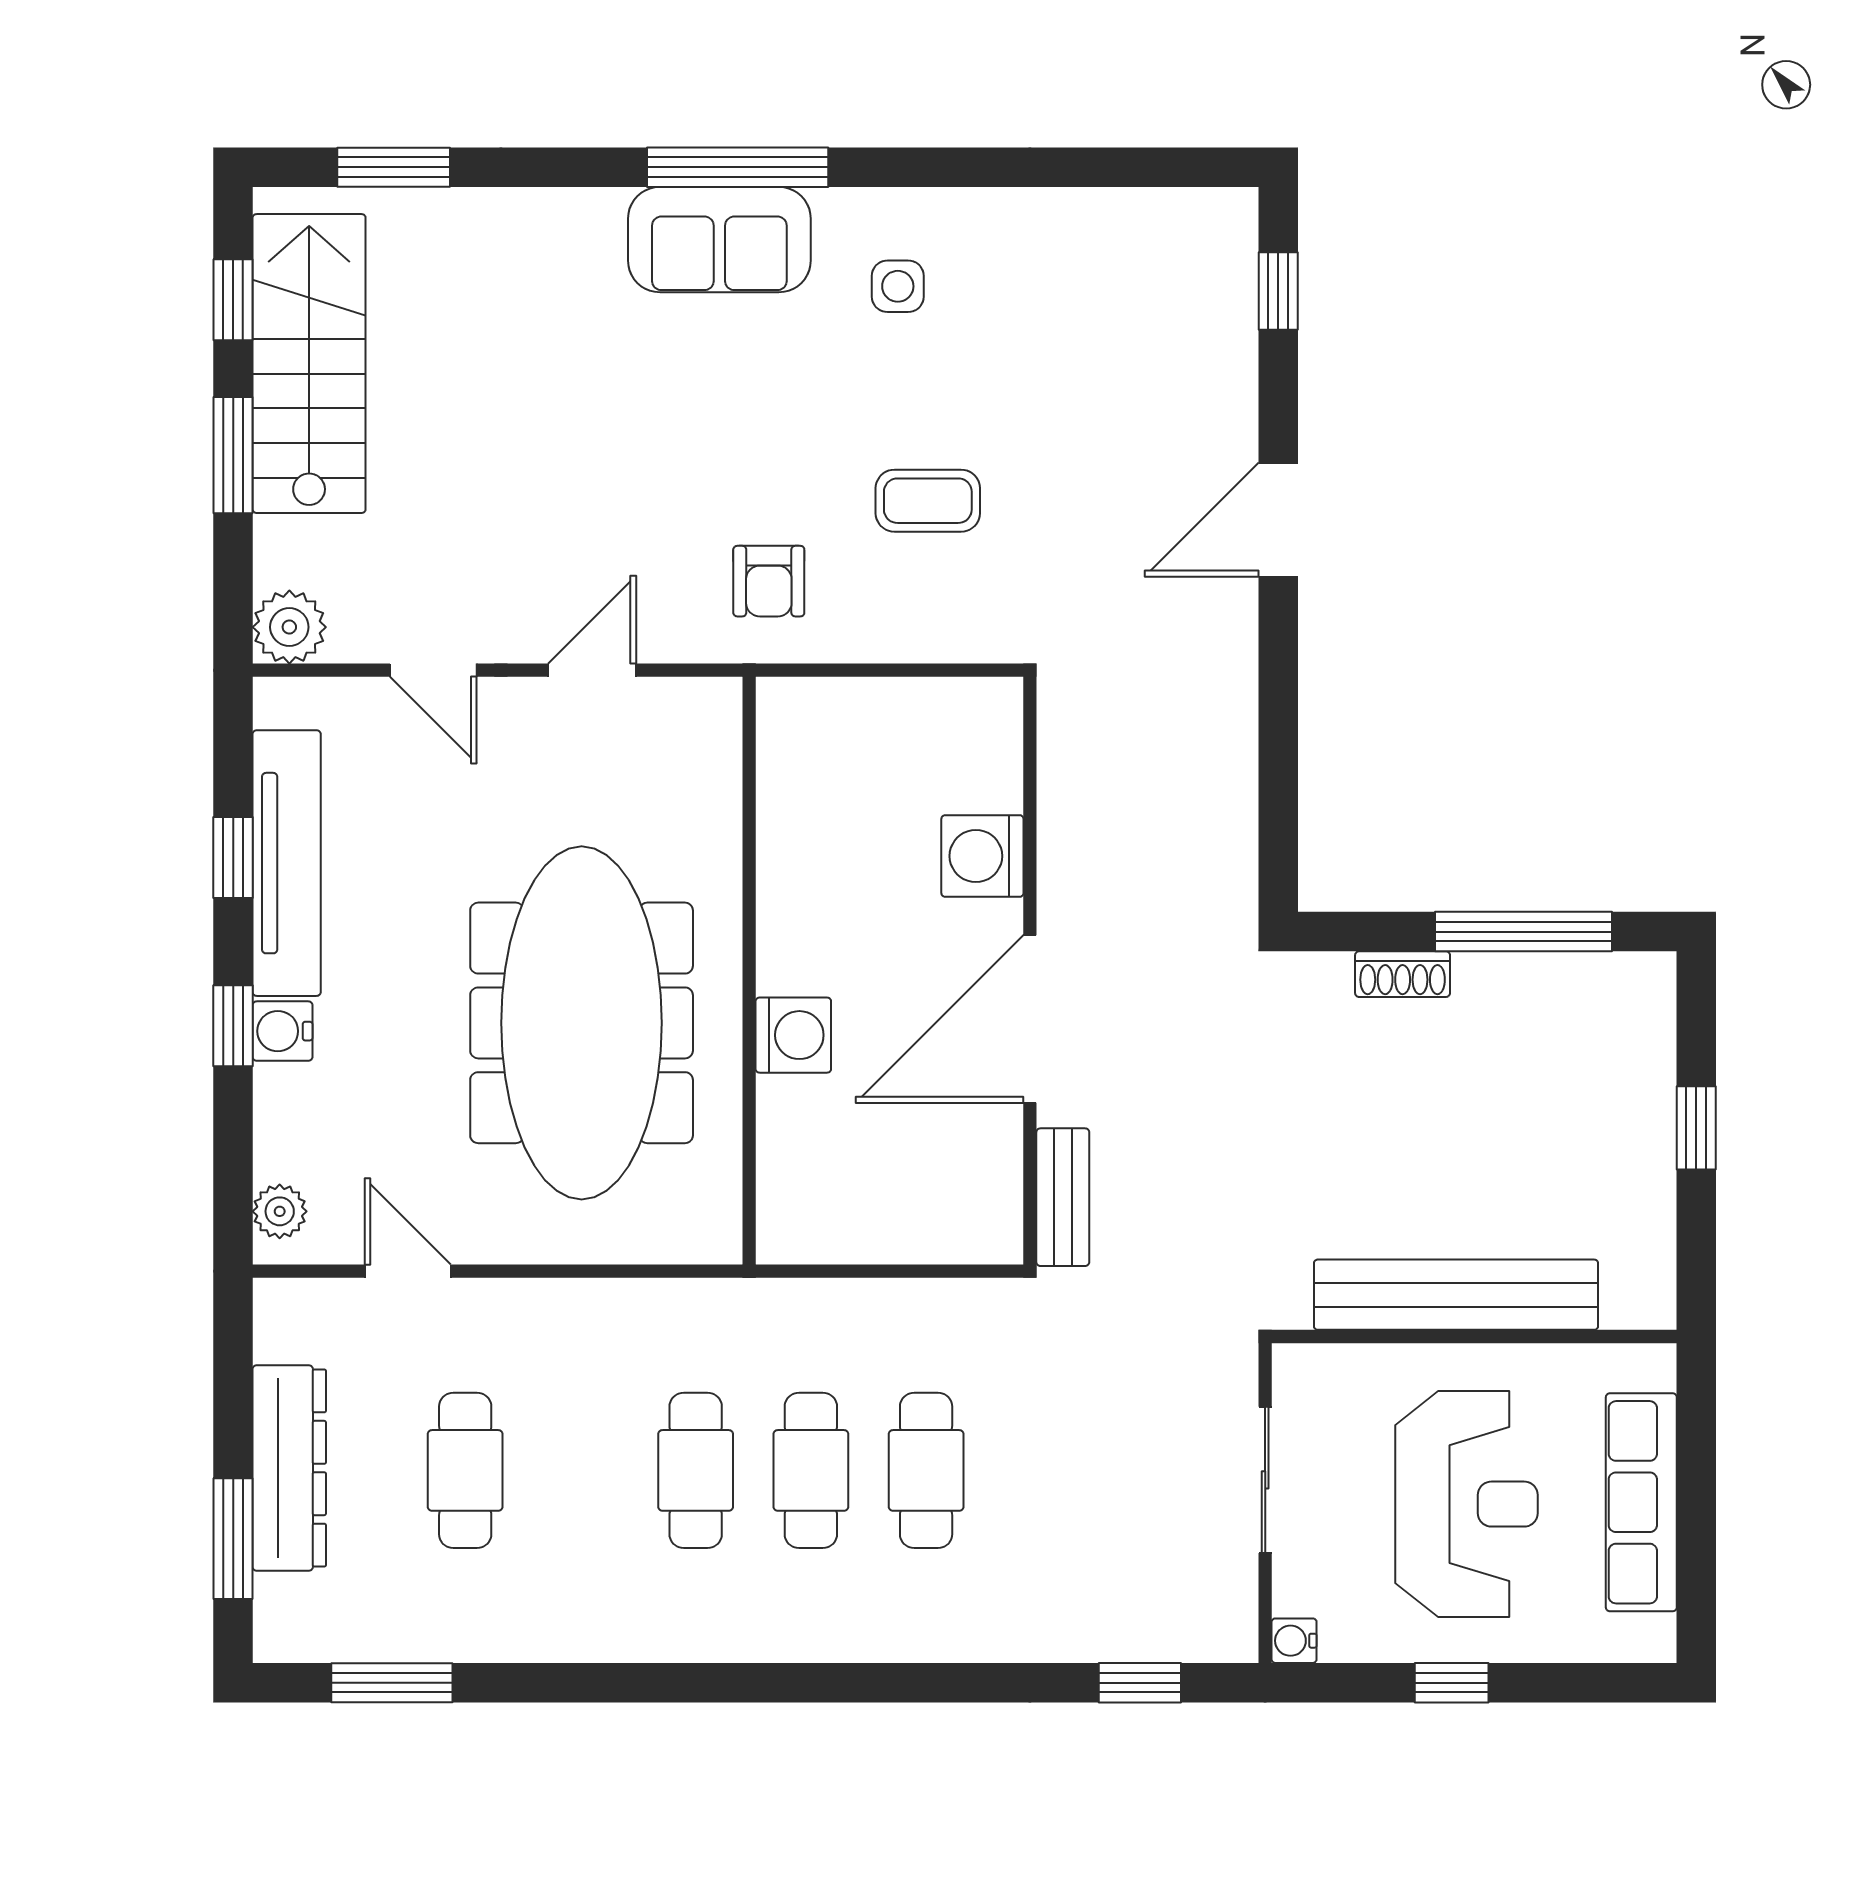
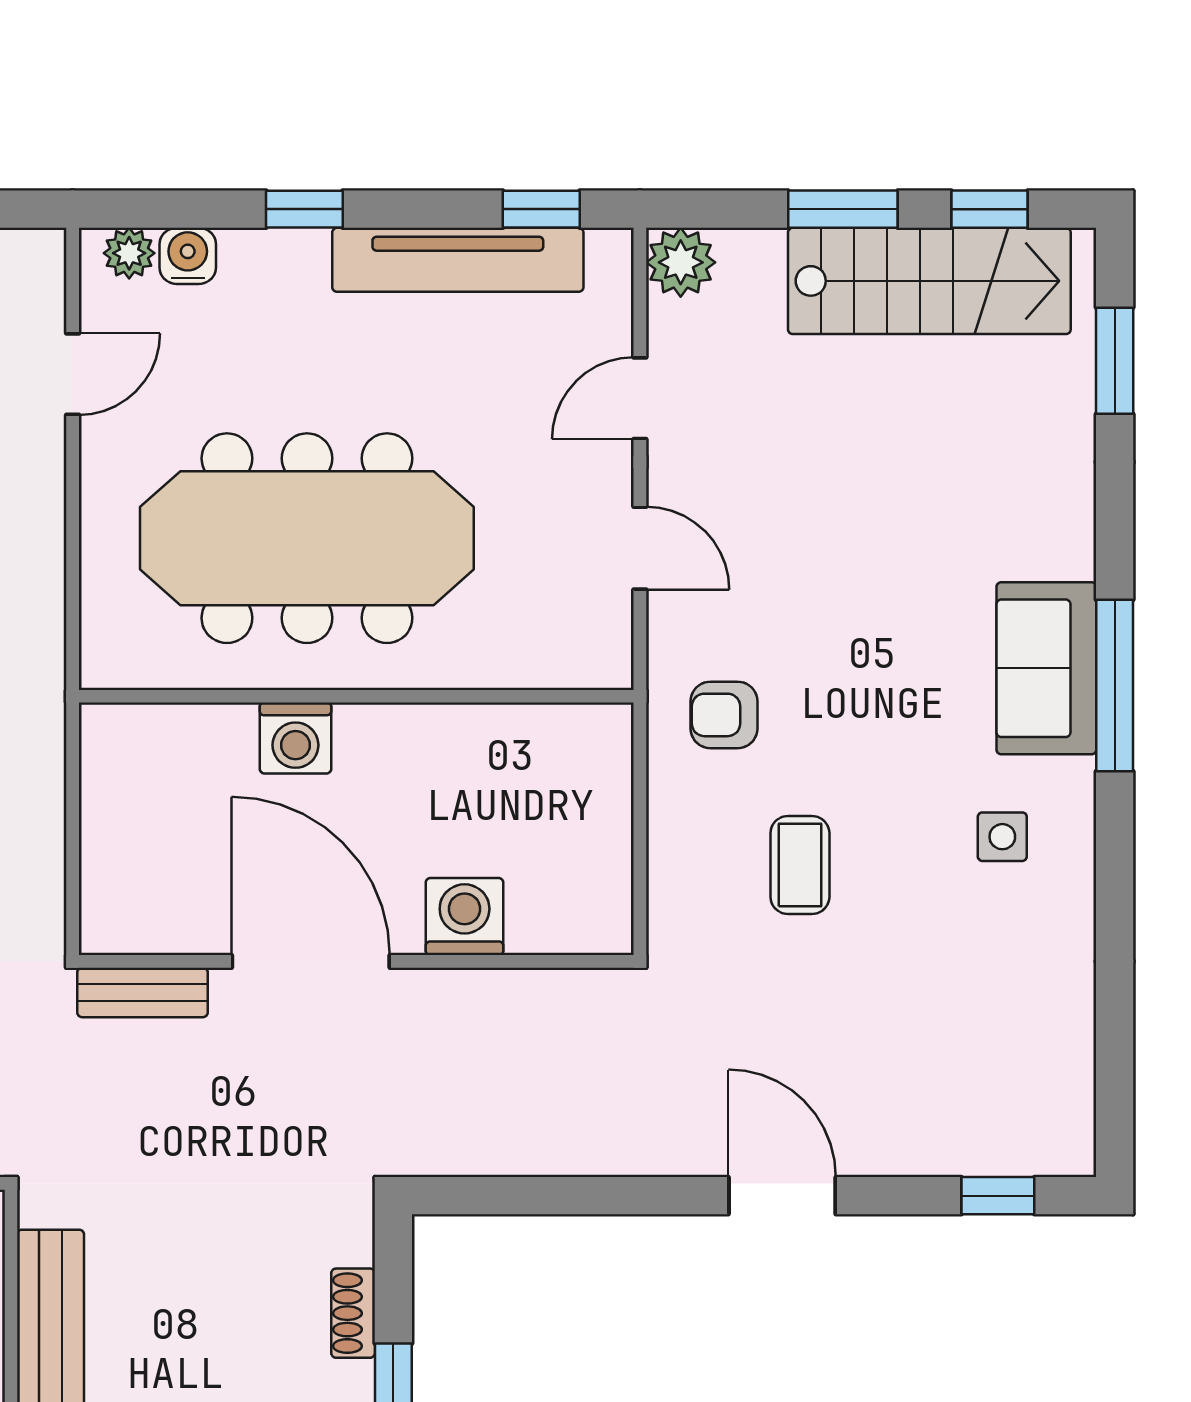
window: (233, 858) -> (541, 209), moved
water cooler: (282, 1031) -> (188, 256), moved

